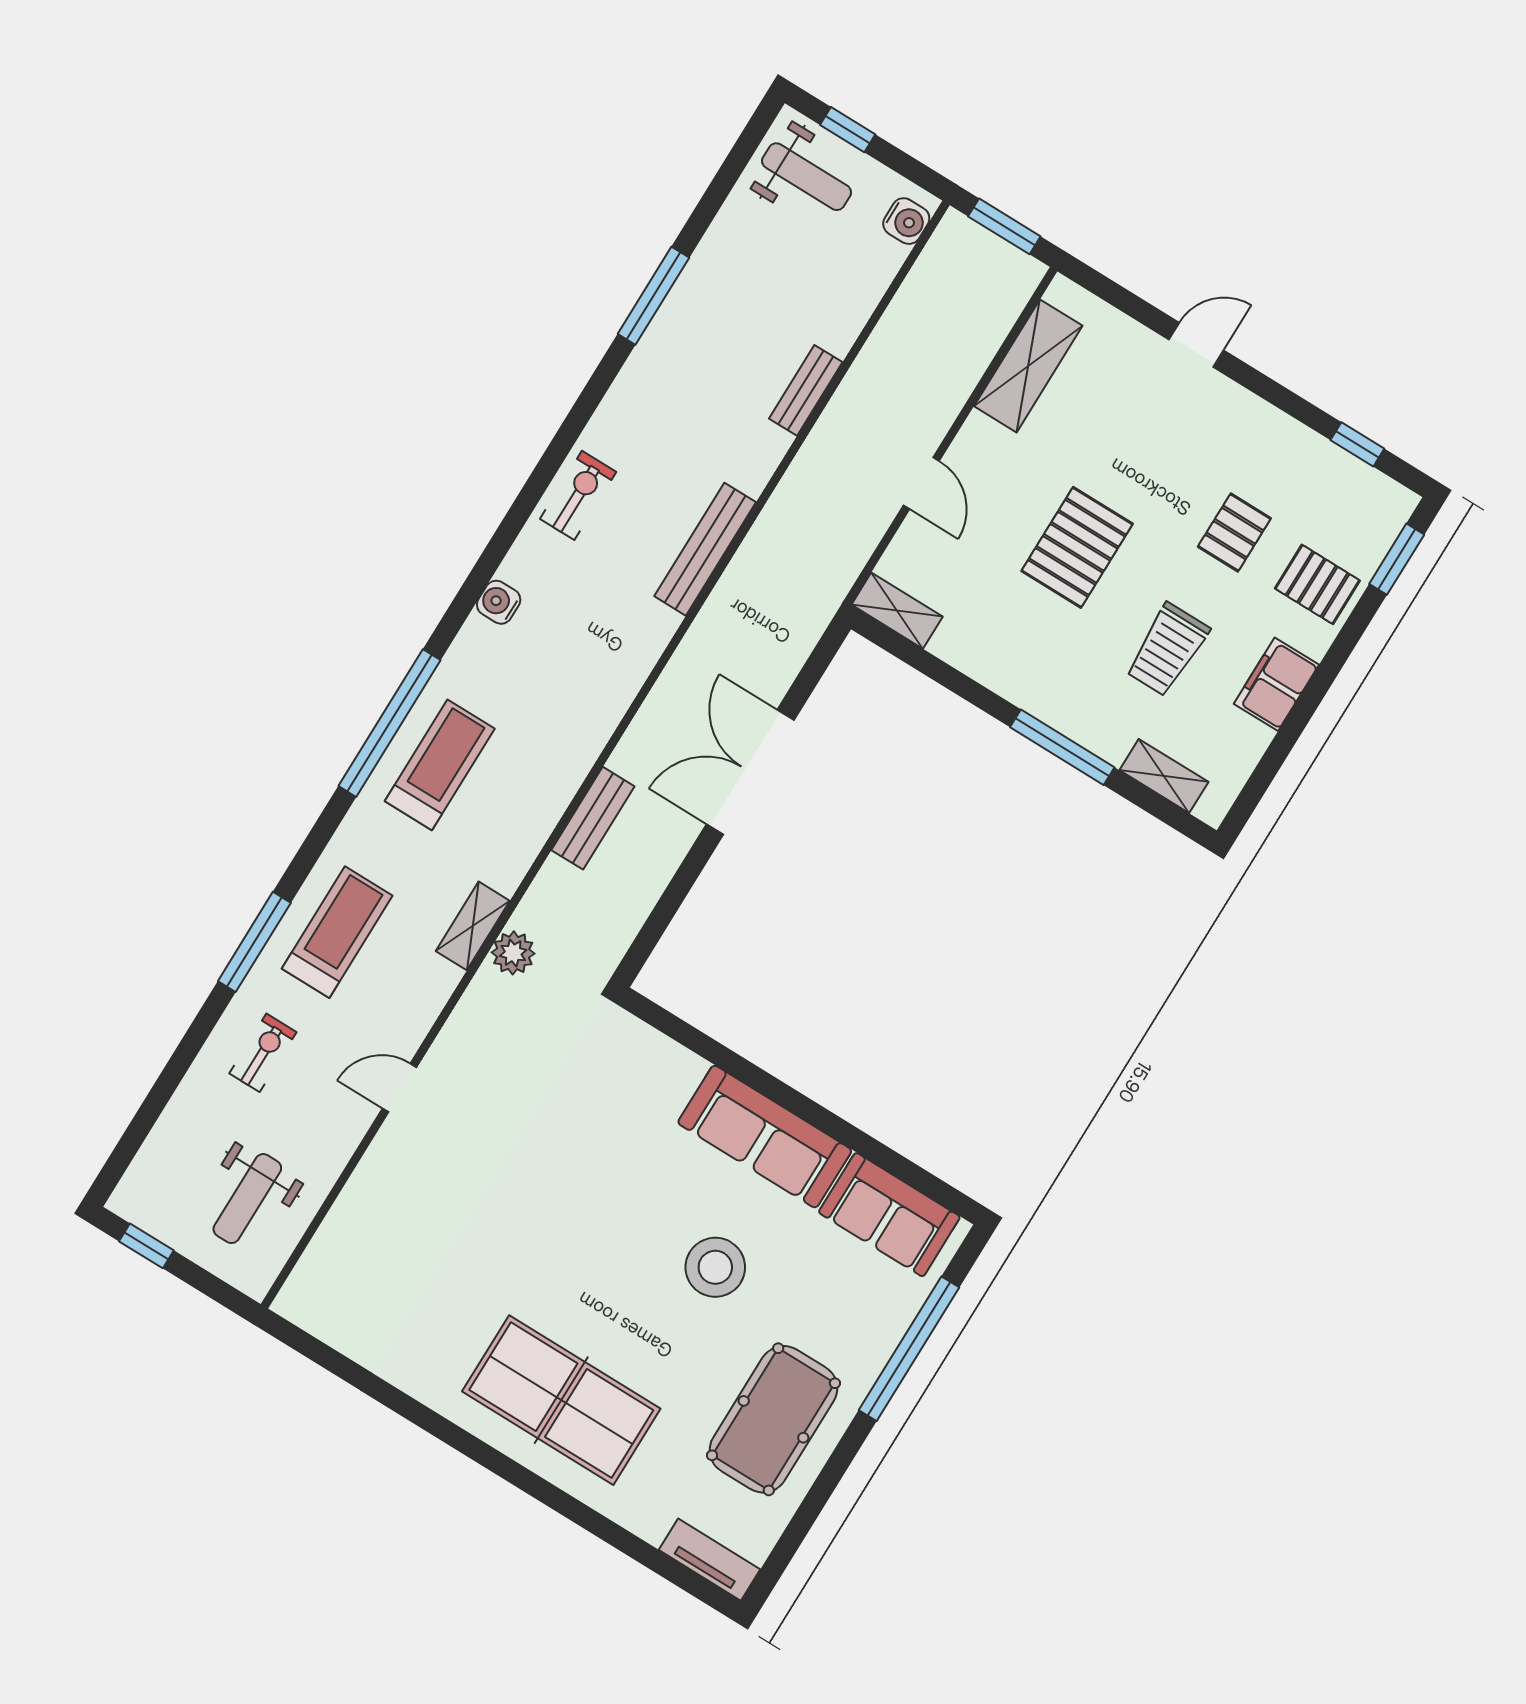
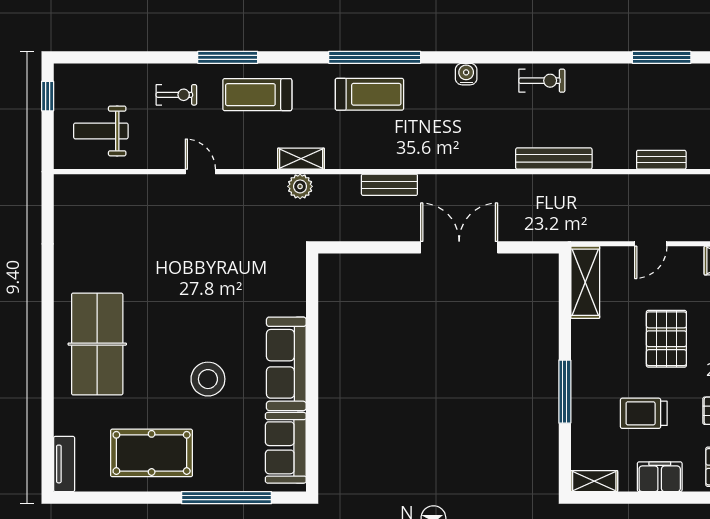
pallet: (1077, 547) -> (666, 339), turned 90
shelving: (897, 611) -> (585, 282), width x1.50, depth x1.33
shelving: (1164, 776) -> (594, 481), moved, turned 90
treadmill: (337, 932) -> (257, 95), turned 180

